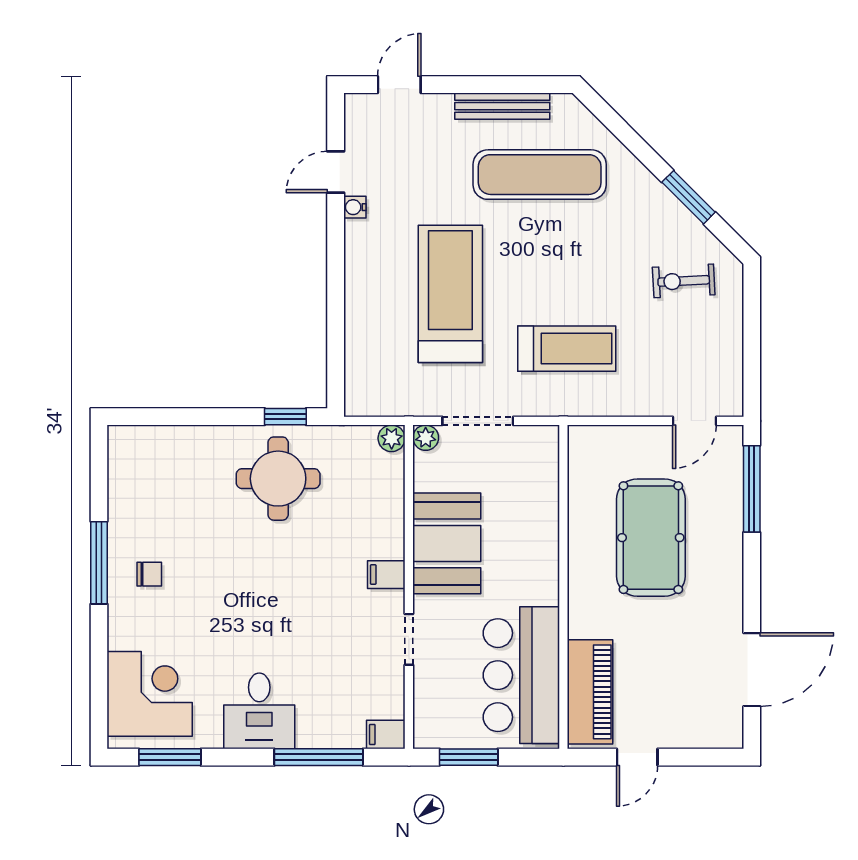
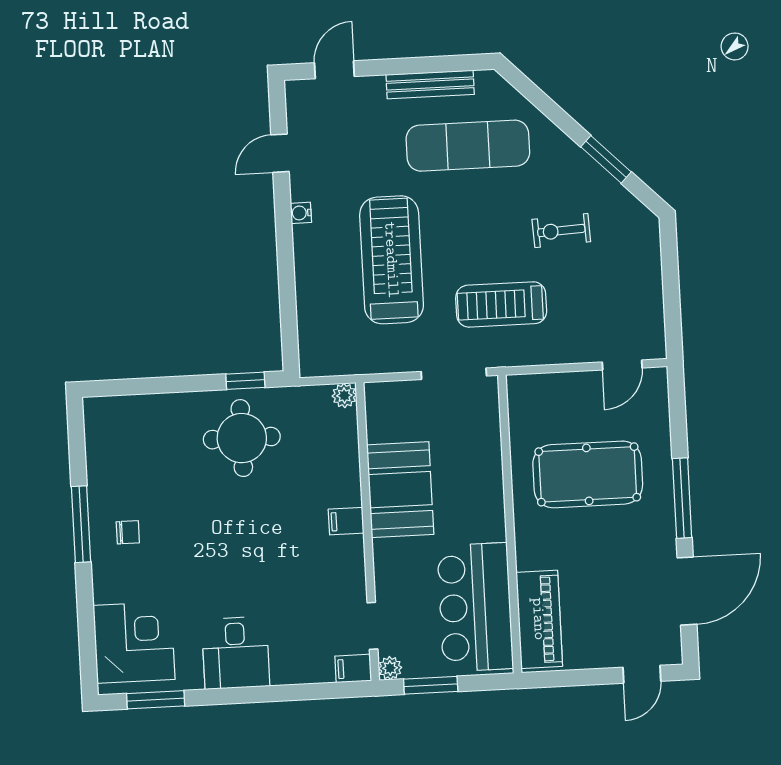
water cooler: (355, 207) -> (301, 213), moved
exercise bike: (684, 281) -> (561, 231), moved
treadmill: (567, 349) -> (501, 304), turned 180
doorway: (478, 421) -> (454, 374), moved
plant: (426, 438) -> (390, 668), moved
window: (752, 489) -> (682, 498), moved
pool table: (651, 538) -> (588, 474), turned 90
doorway: (409, 639) -> (372, 626), moved
window: (319, 757) -> (293, 693), removed
door: (637, 757) -> (642, 674), moved

